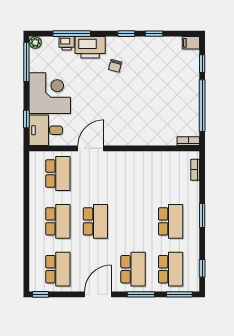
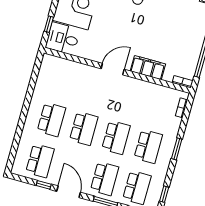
filing cabinet: (146, 136) -> (148, 68), added
door: (91, 148) -> (113, 69), moved
school desk: (58, 174) -> (116, 137), moved
window: (40, 294) -> (44, 185), moved
door: (98, 294) -> (69, 192), hinge flipped

